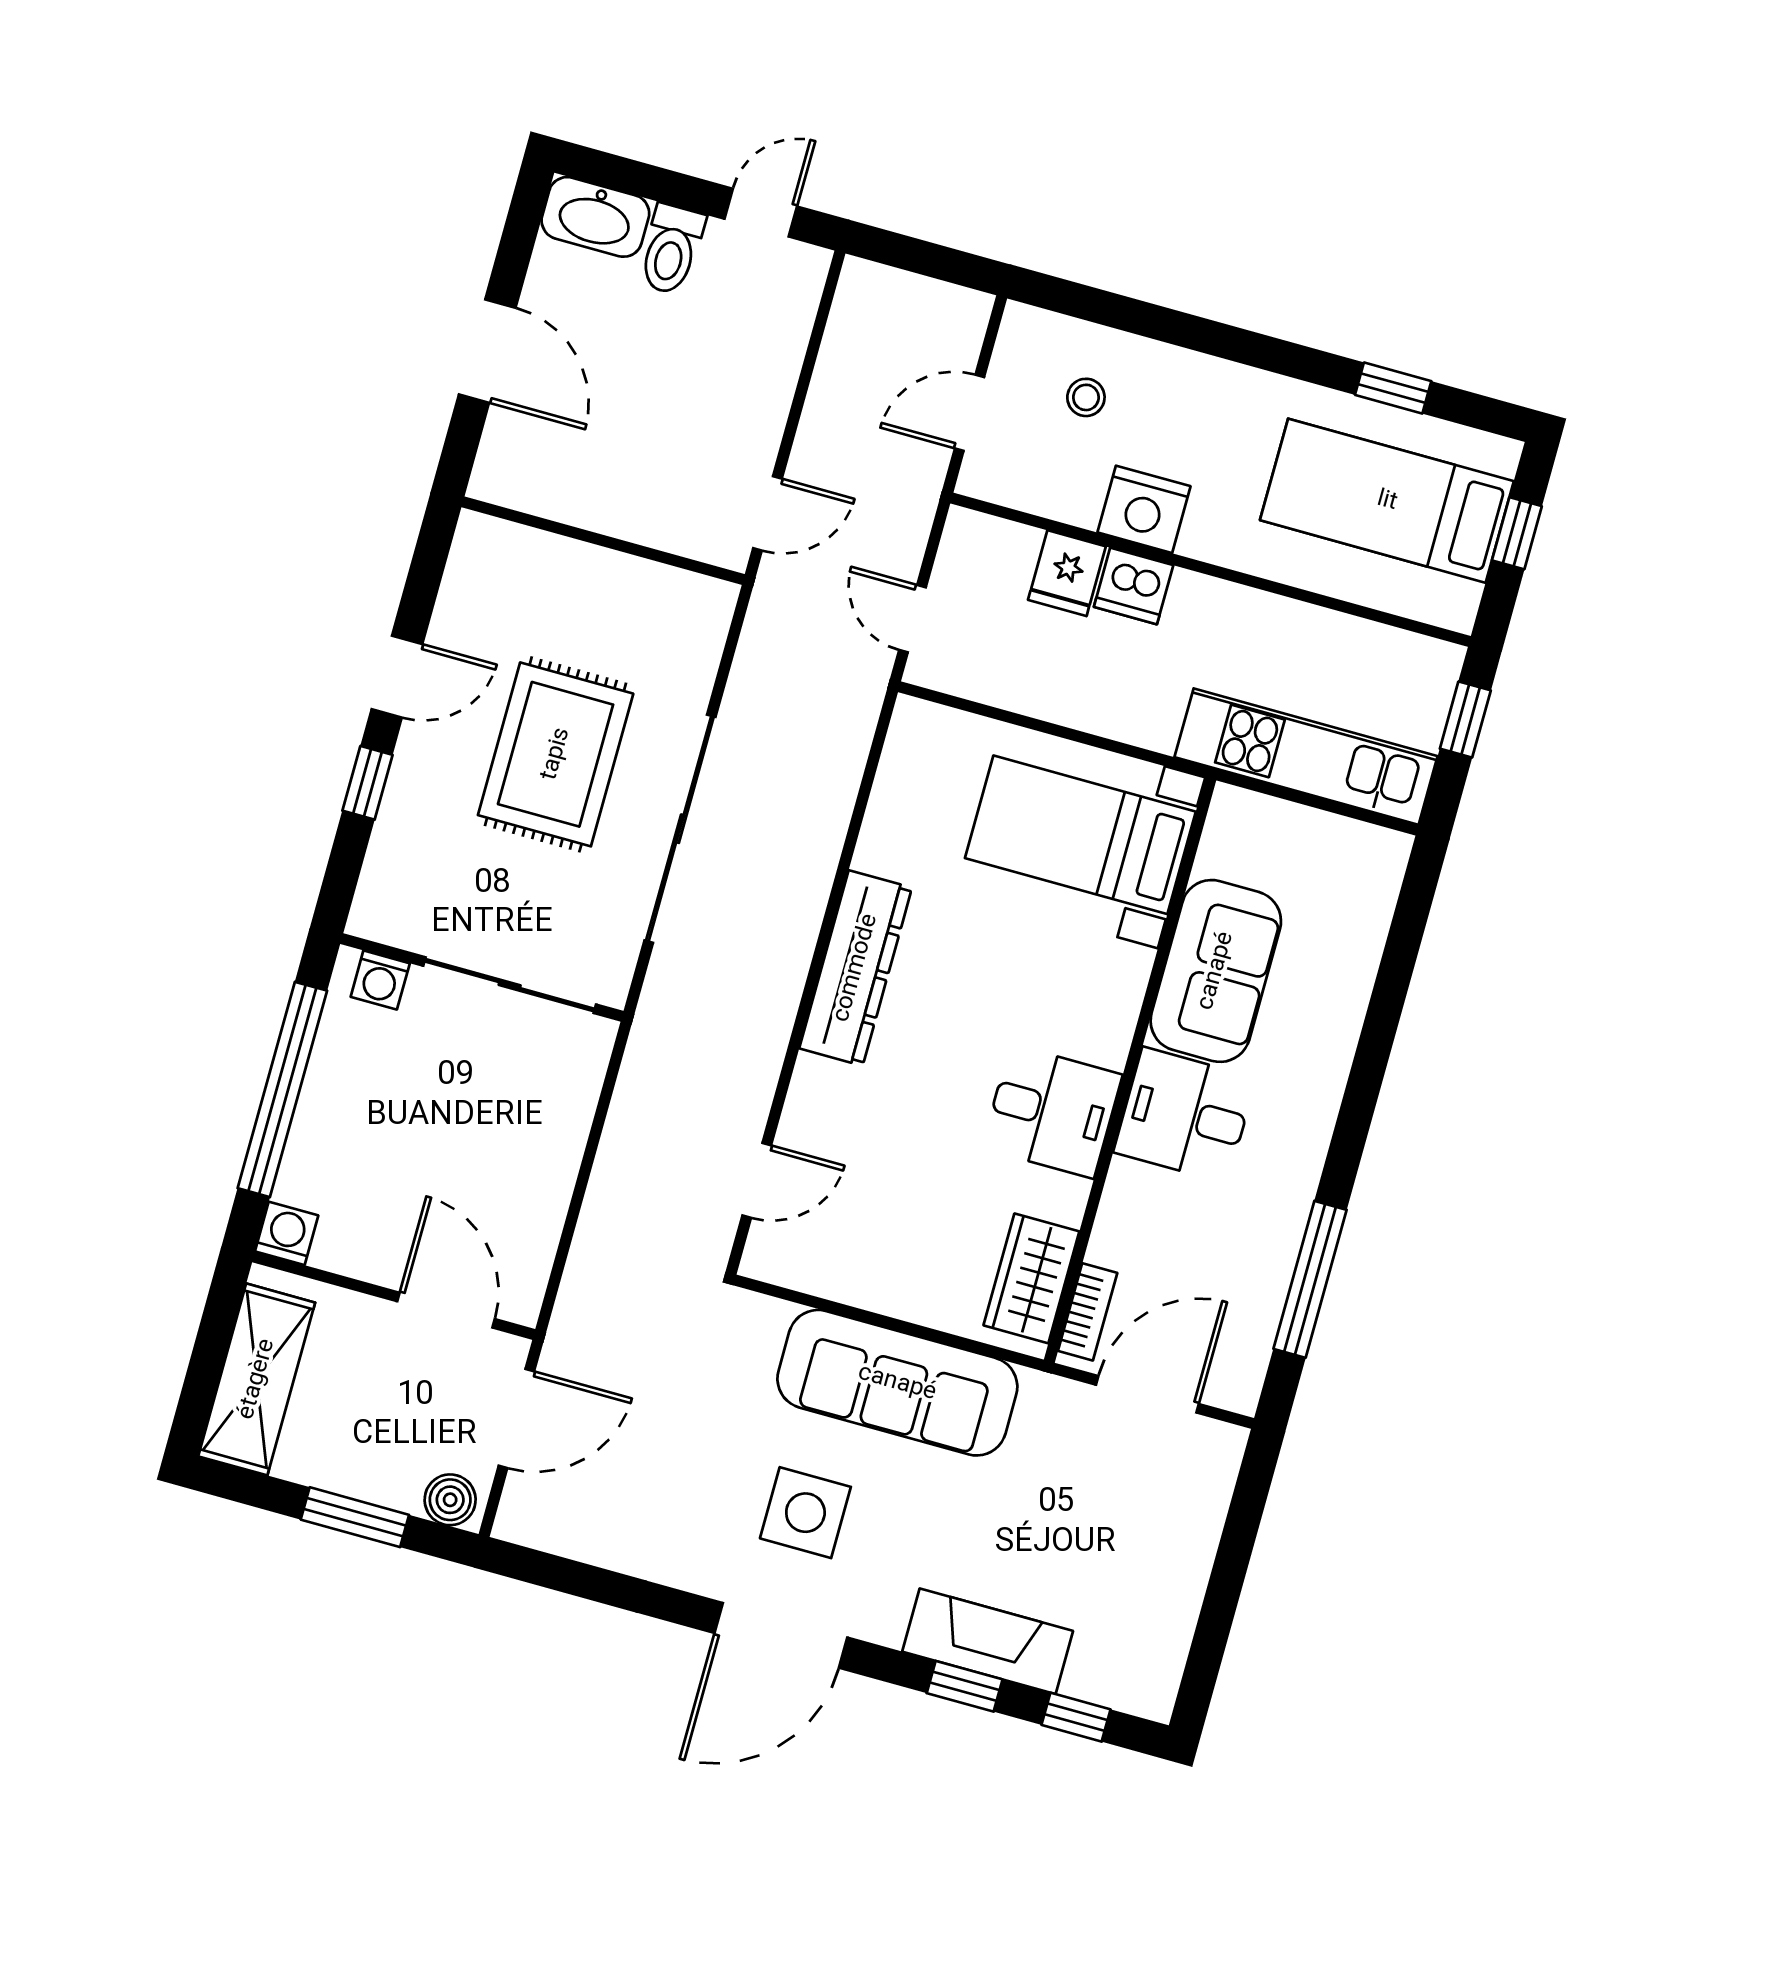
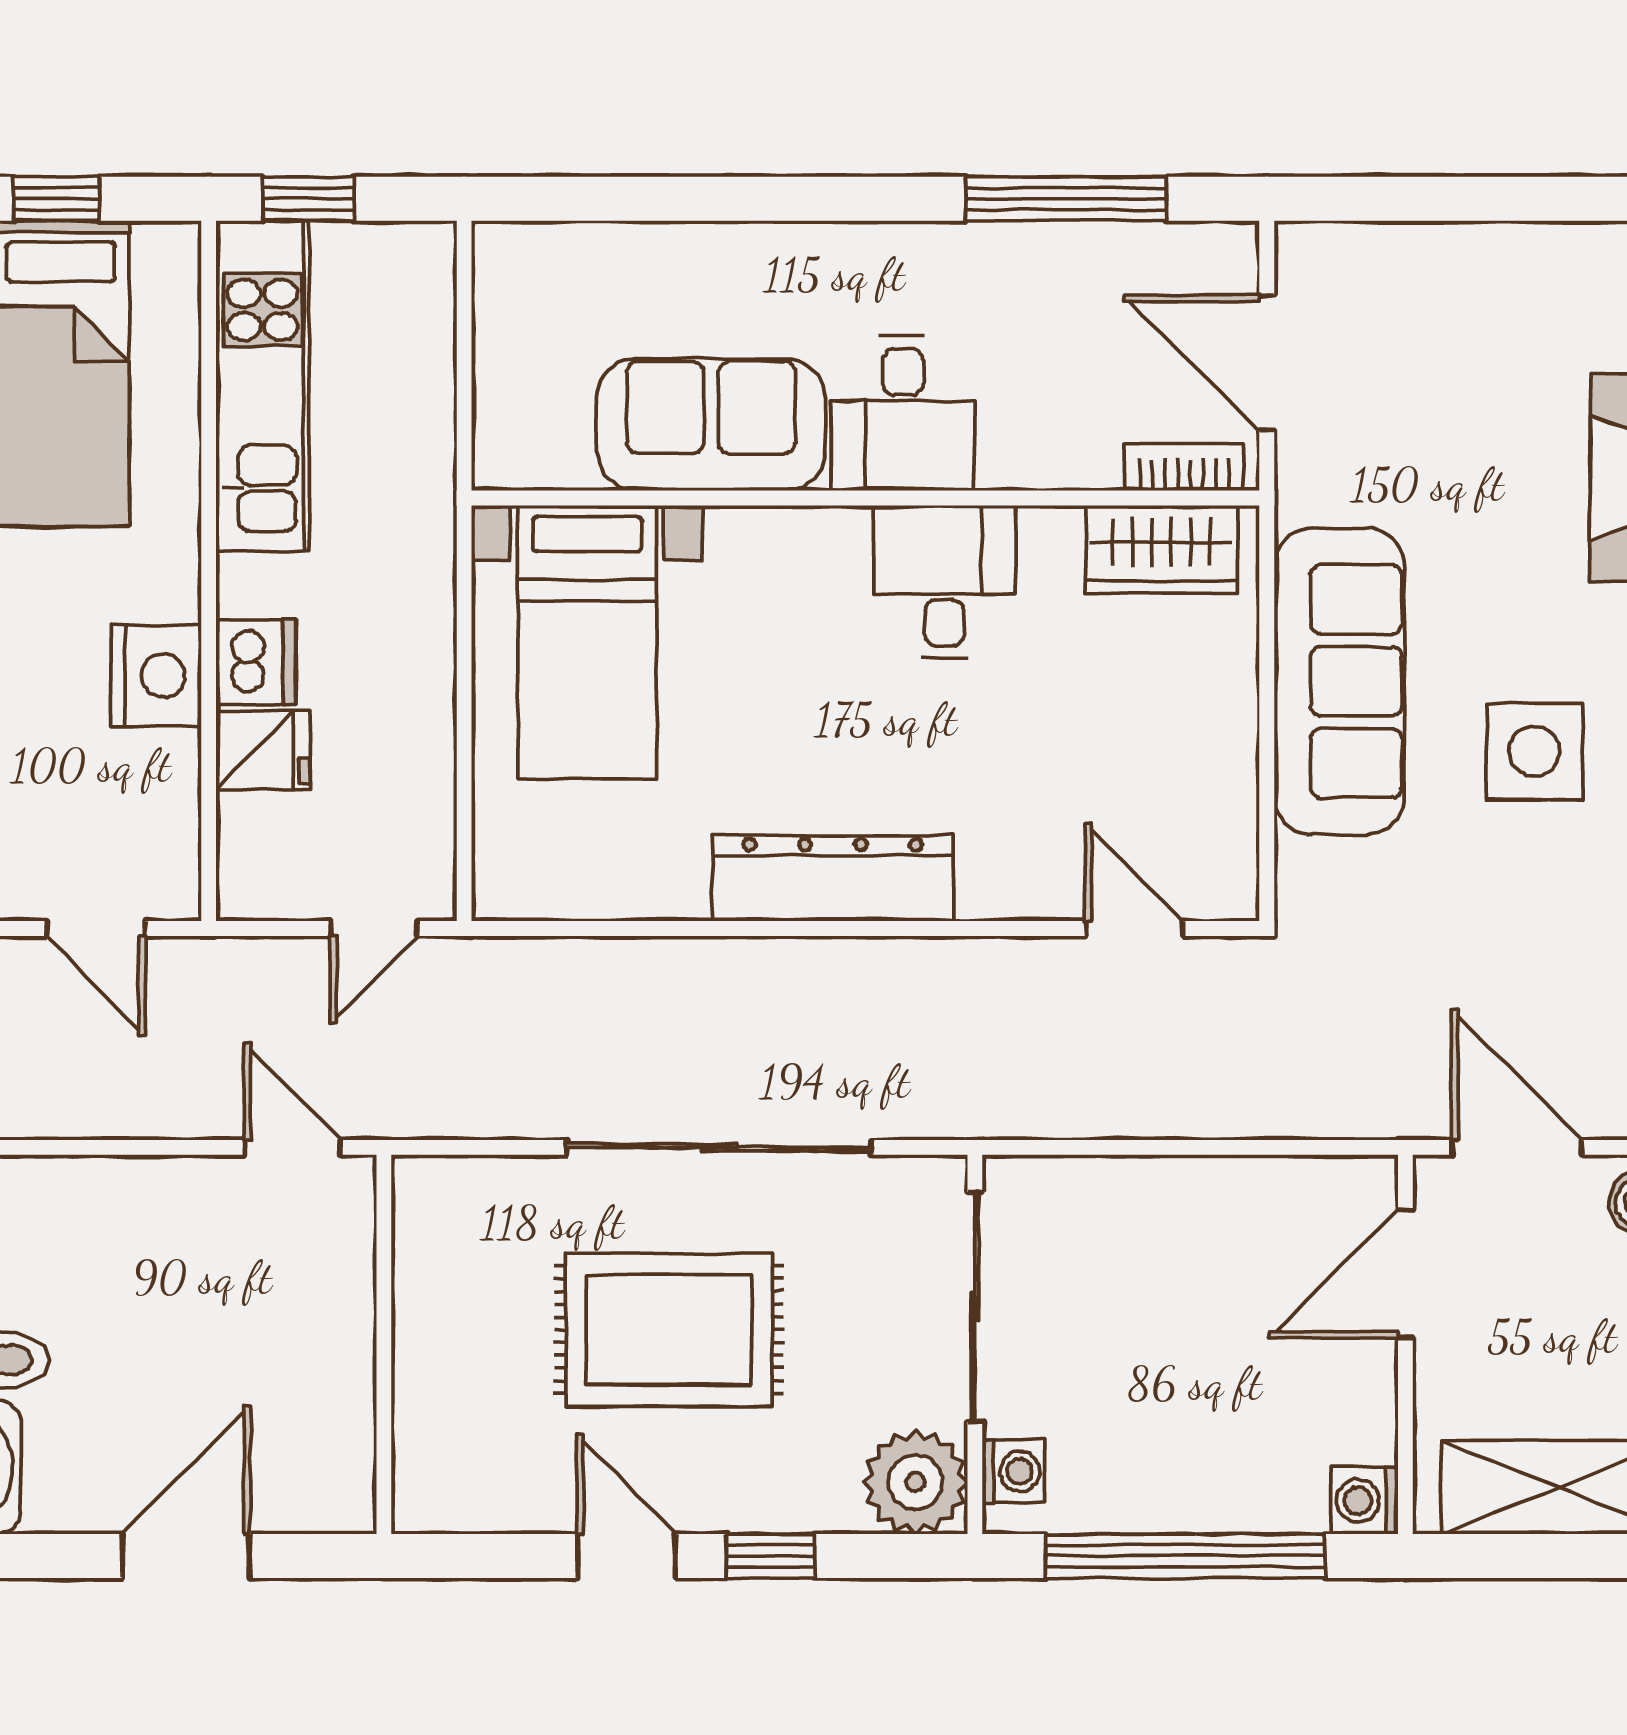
stool: (1086, 397) -> (36, 788), removed
kitchen unit: (1306, 757) -> (263, 386), moved, turned 180
plant: (392, 905) -> (915, 1482), added

